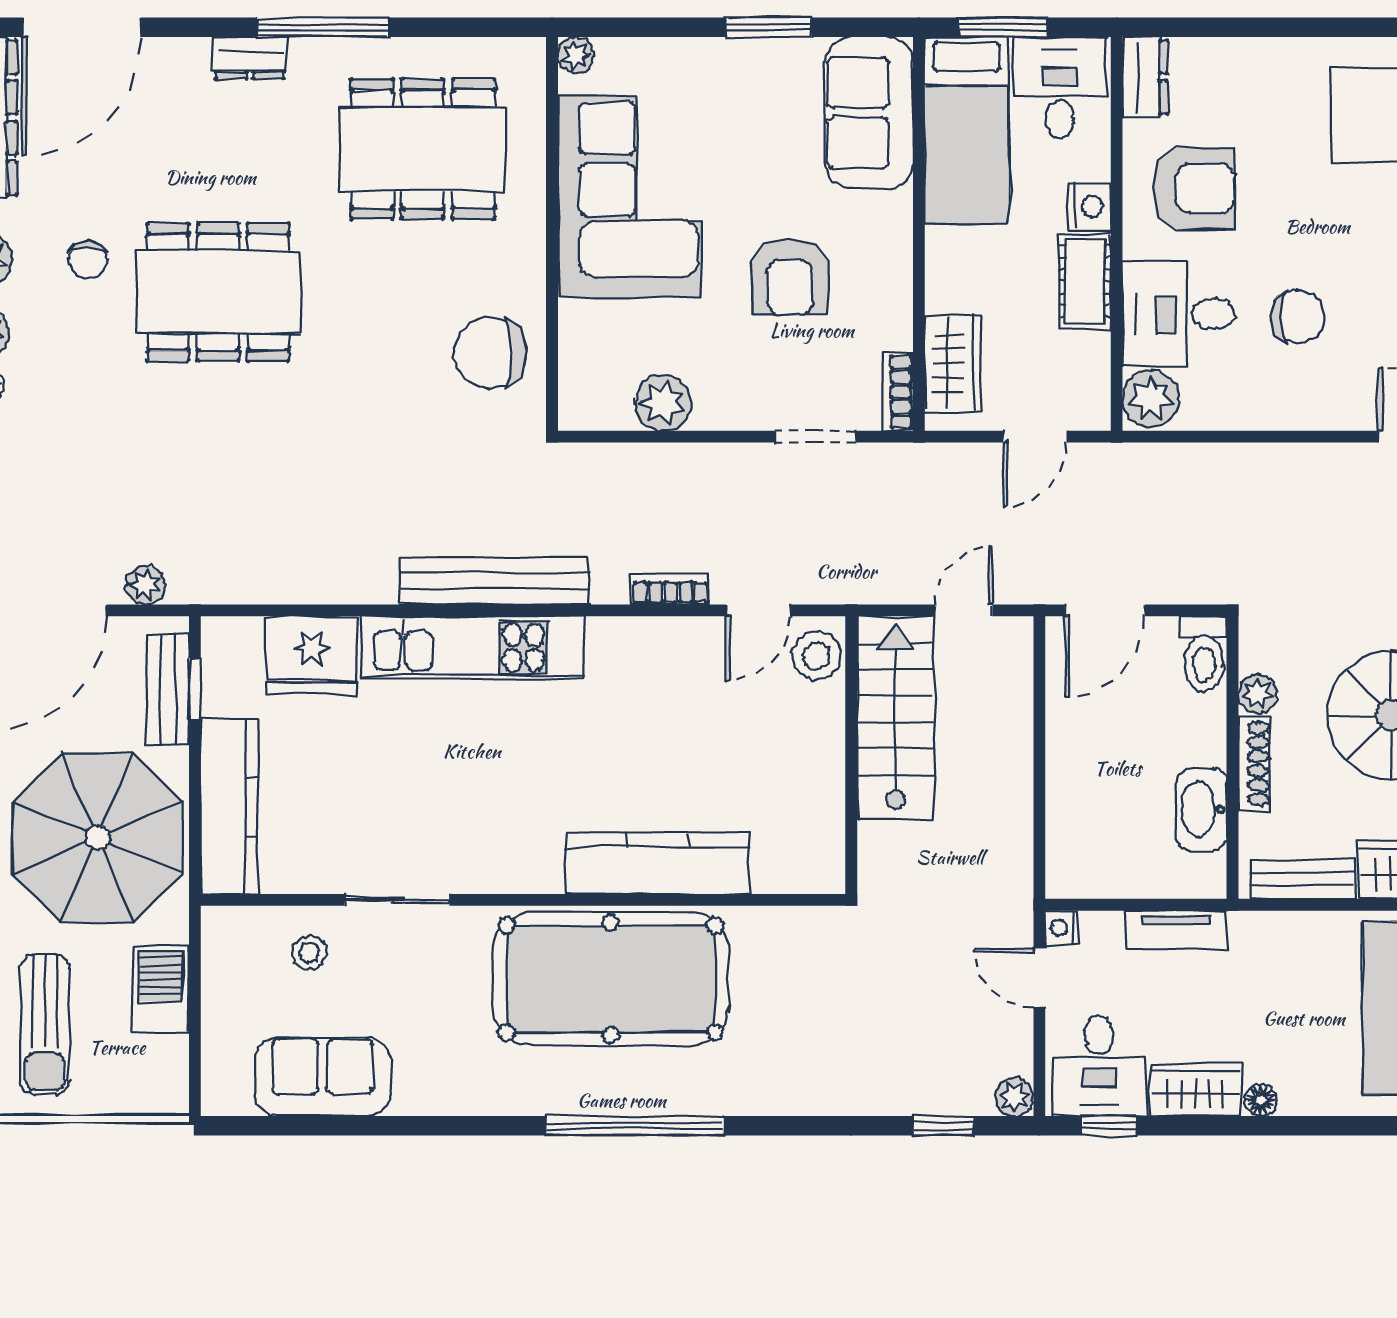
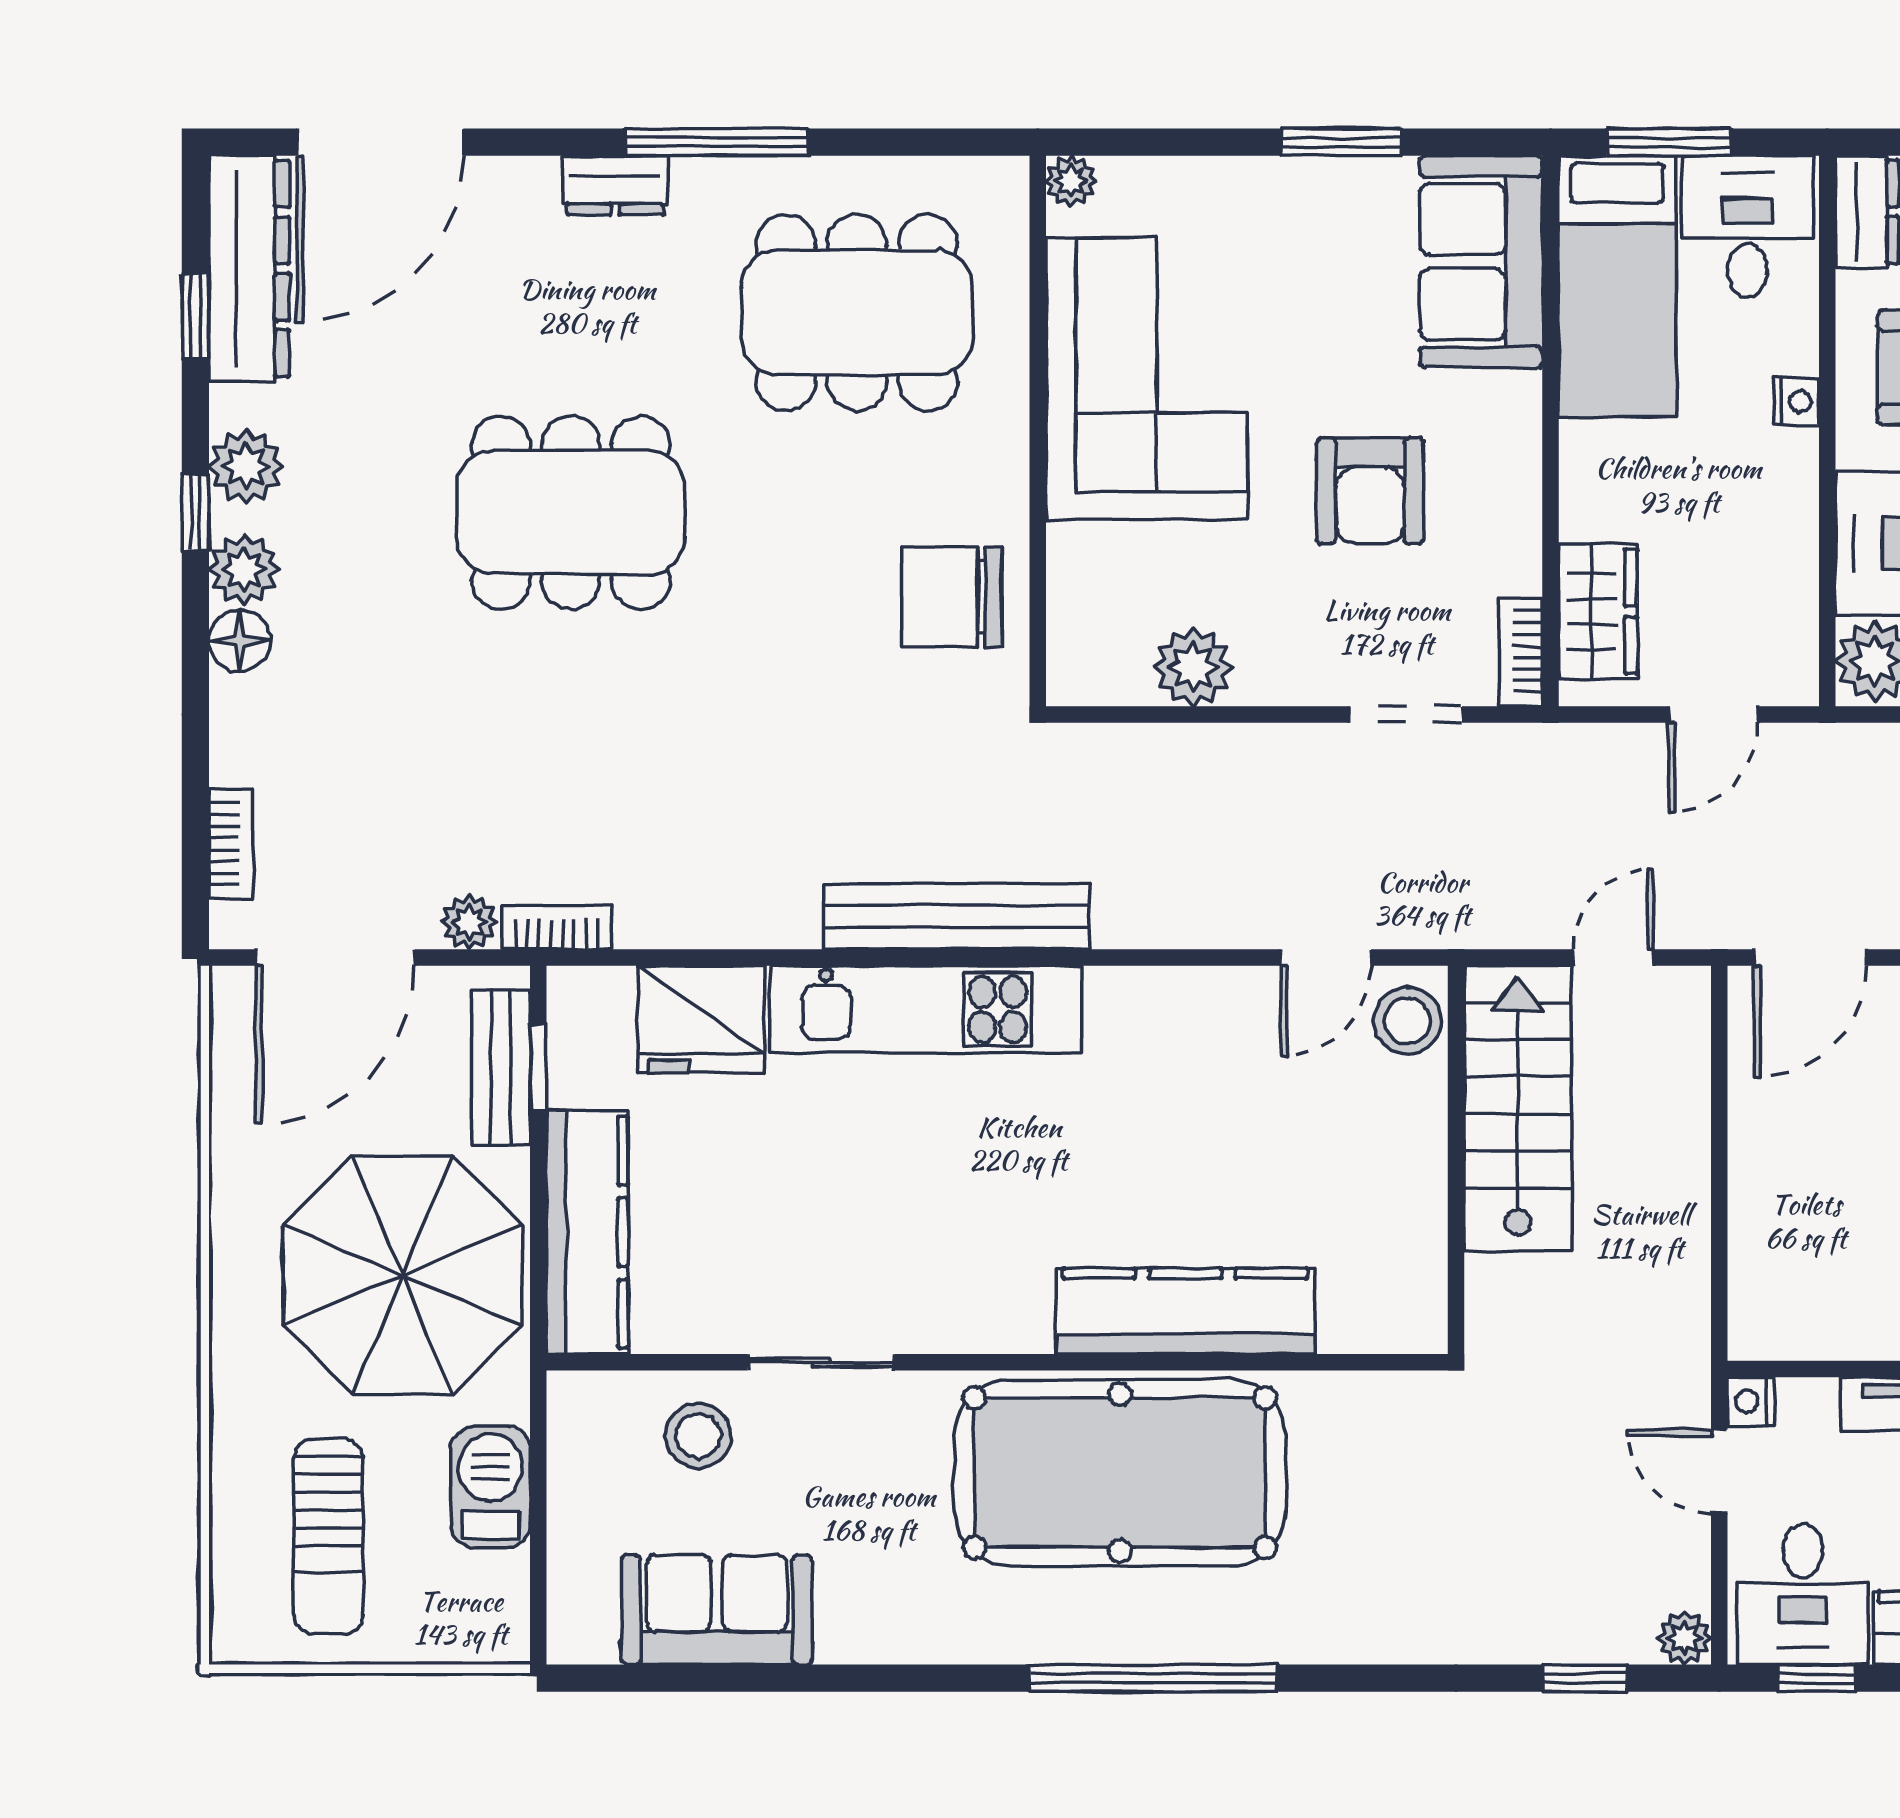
nightstand: (1089, 206) -> (1797, 401), width x0.72, depth x0.74
chair: (88, 260) -> (389, 467), removed
cot: (1085, 281) -> (1783, 497), removed
bookcase: (671, 589) -> (557, 927), moved
stool: (309, 952) -> (698, 1436), width x1.37, depth x1.37

